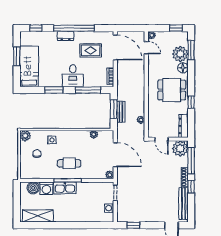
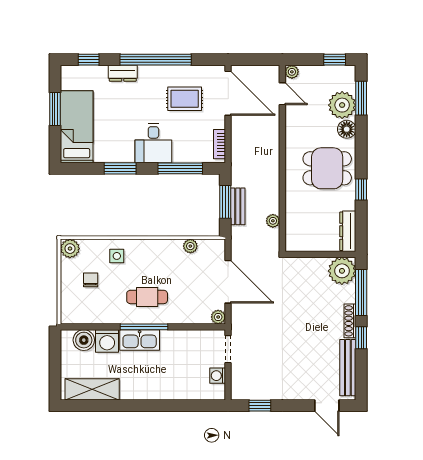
dresser: (66, 36) -> (123, 73), moved
door: (161, 139) -> (309, 254), removed

